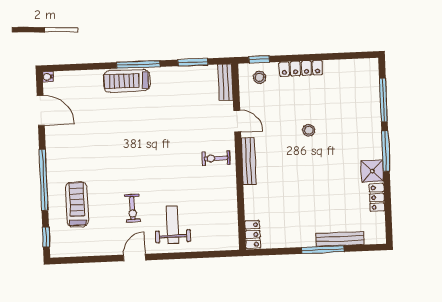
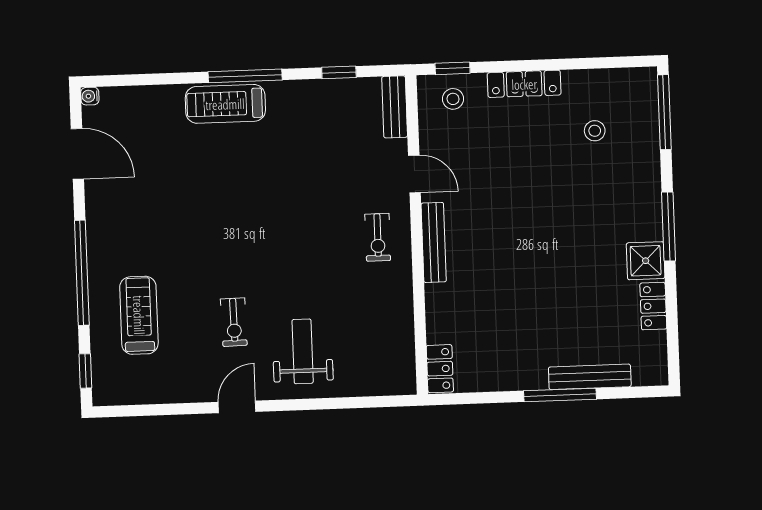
window: (193, 62) -> (339, 72), width x0.67
window: (383, 100) -> (664, 112), moved
stool: (309, 130) -> (595, 131), moved
exercise bike: (216, 158) -> (378, 237), turned -90

